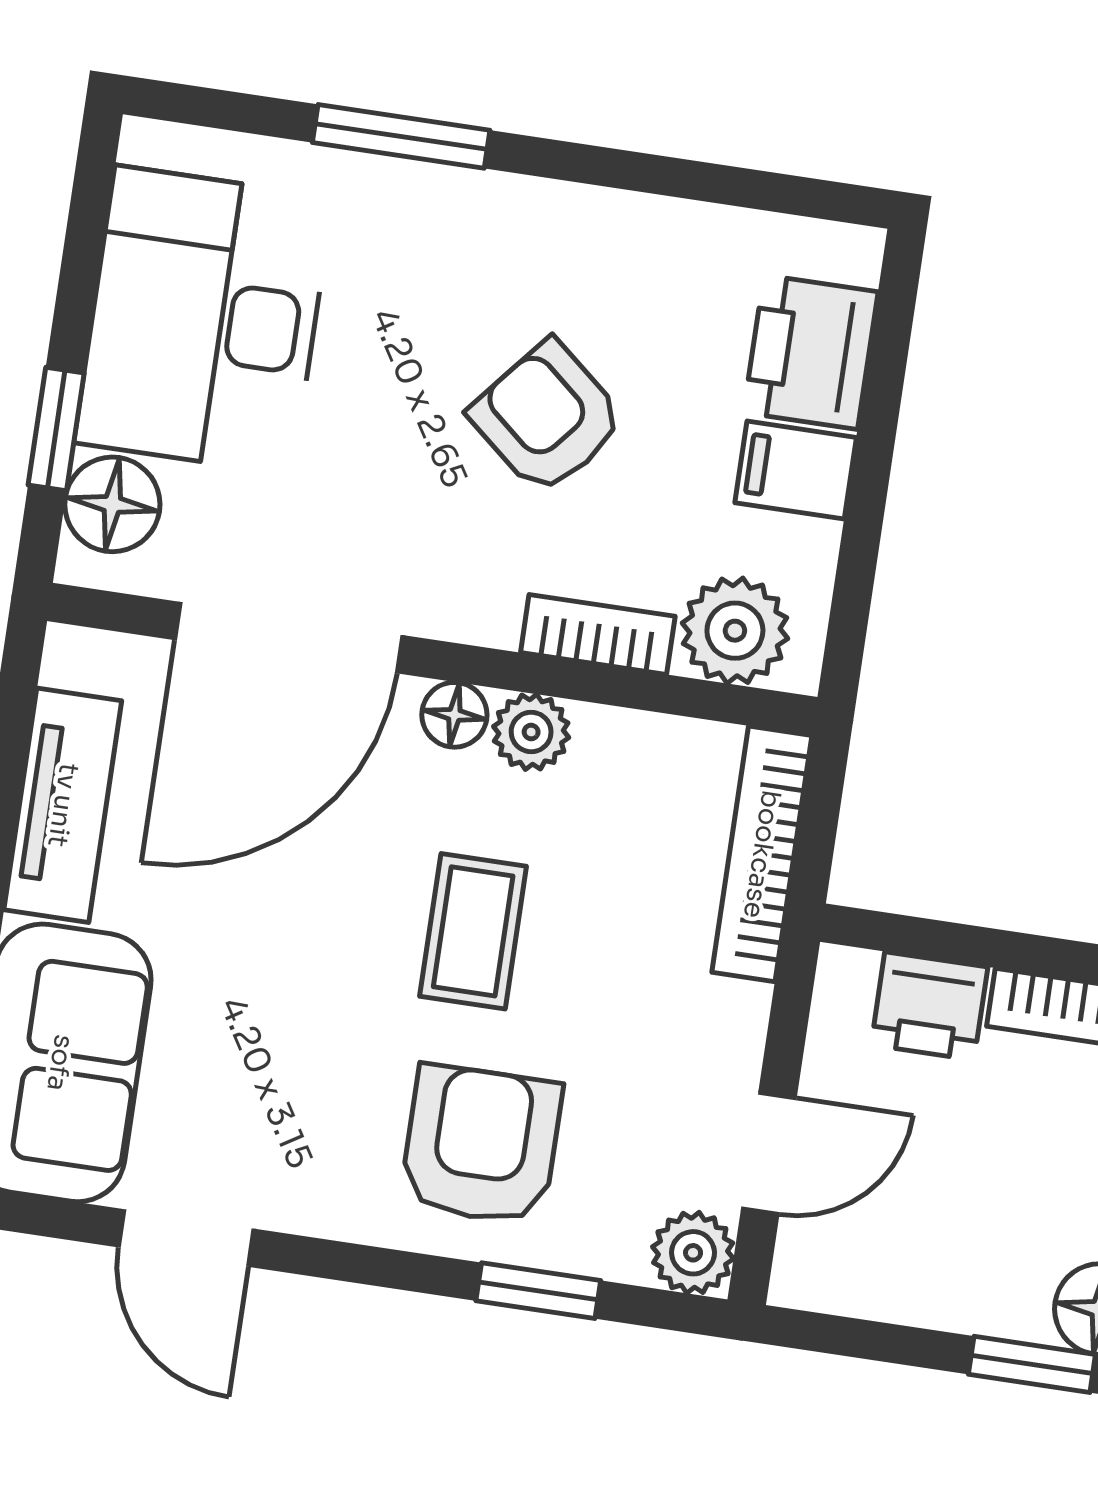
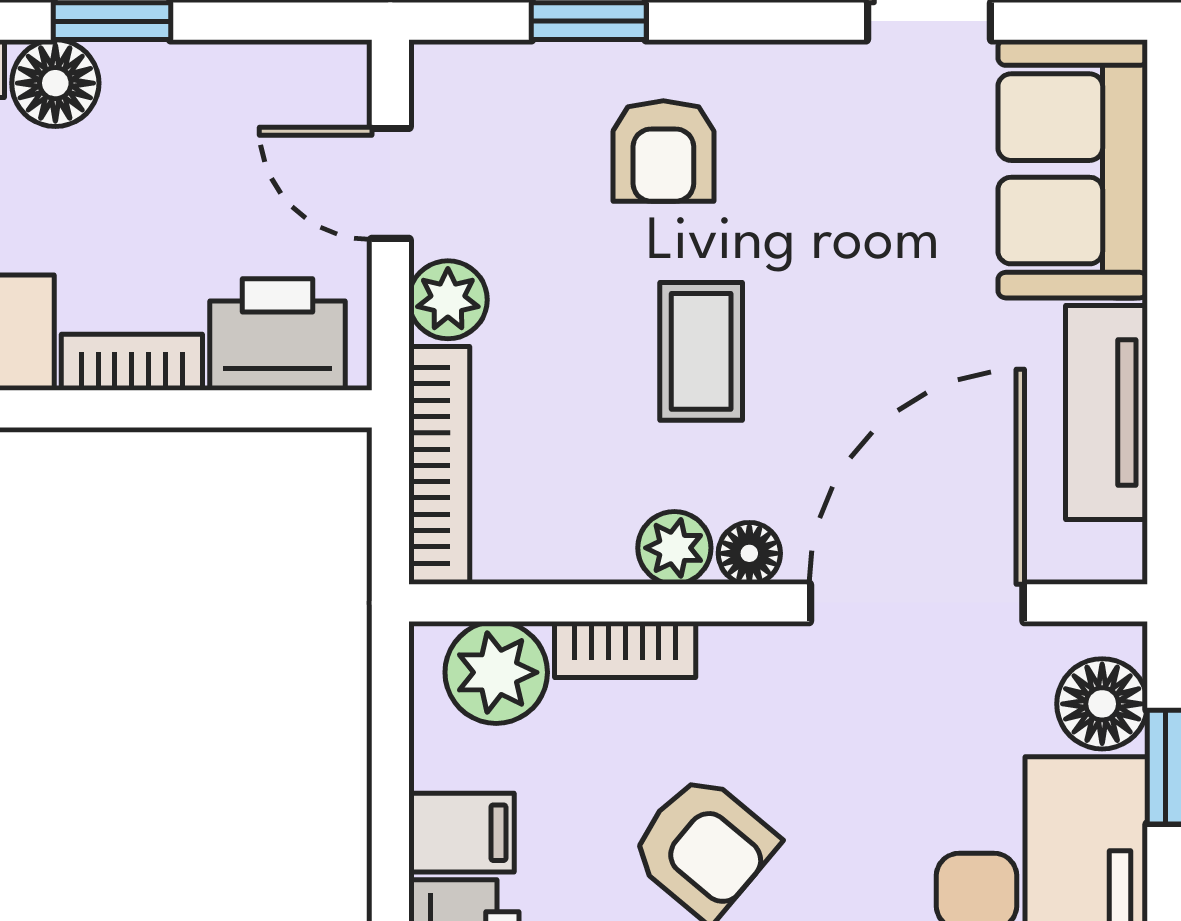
printer: (929, 1006) -> (278, 335), width x1.36, depth x1.24
armchair: (481, 1145) -> (663, 151), width x0.72, depth x0.72
door: (769, 1153) -> (390, 183), hinge flipped
plant: (693, 1253) -> (448, 300), moved

